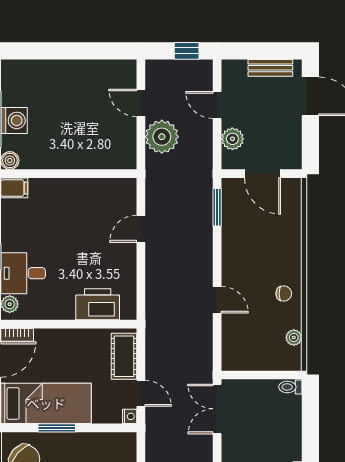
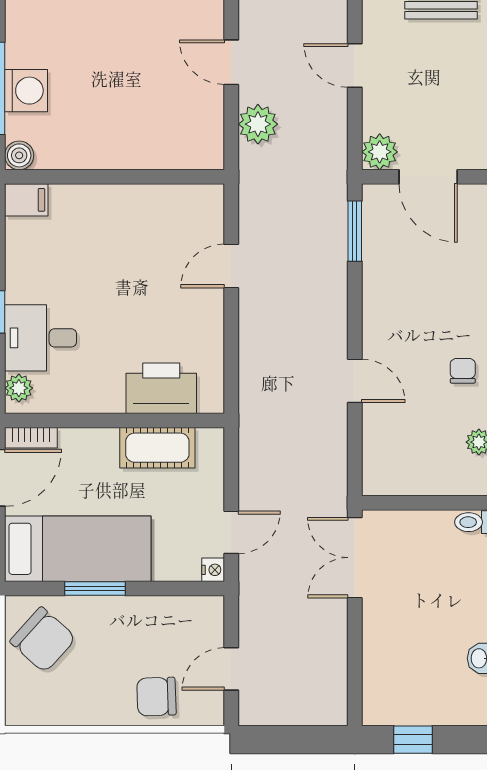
plant: (162, 137) -> (258, 124), width x0.73, depth x0.73
plant: (232, 139) -> (380, 152), moved
chair: (284, 294) -> (463, 371), turned -90
cot: (124, 356) -> (157, 448), moved, turned 90
door: (141, 393) -> (231, 532), hinge flipped

